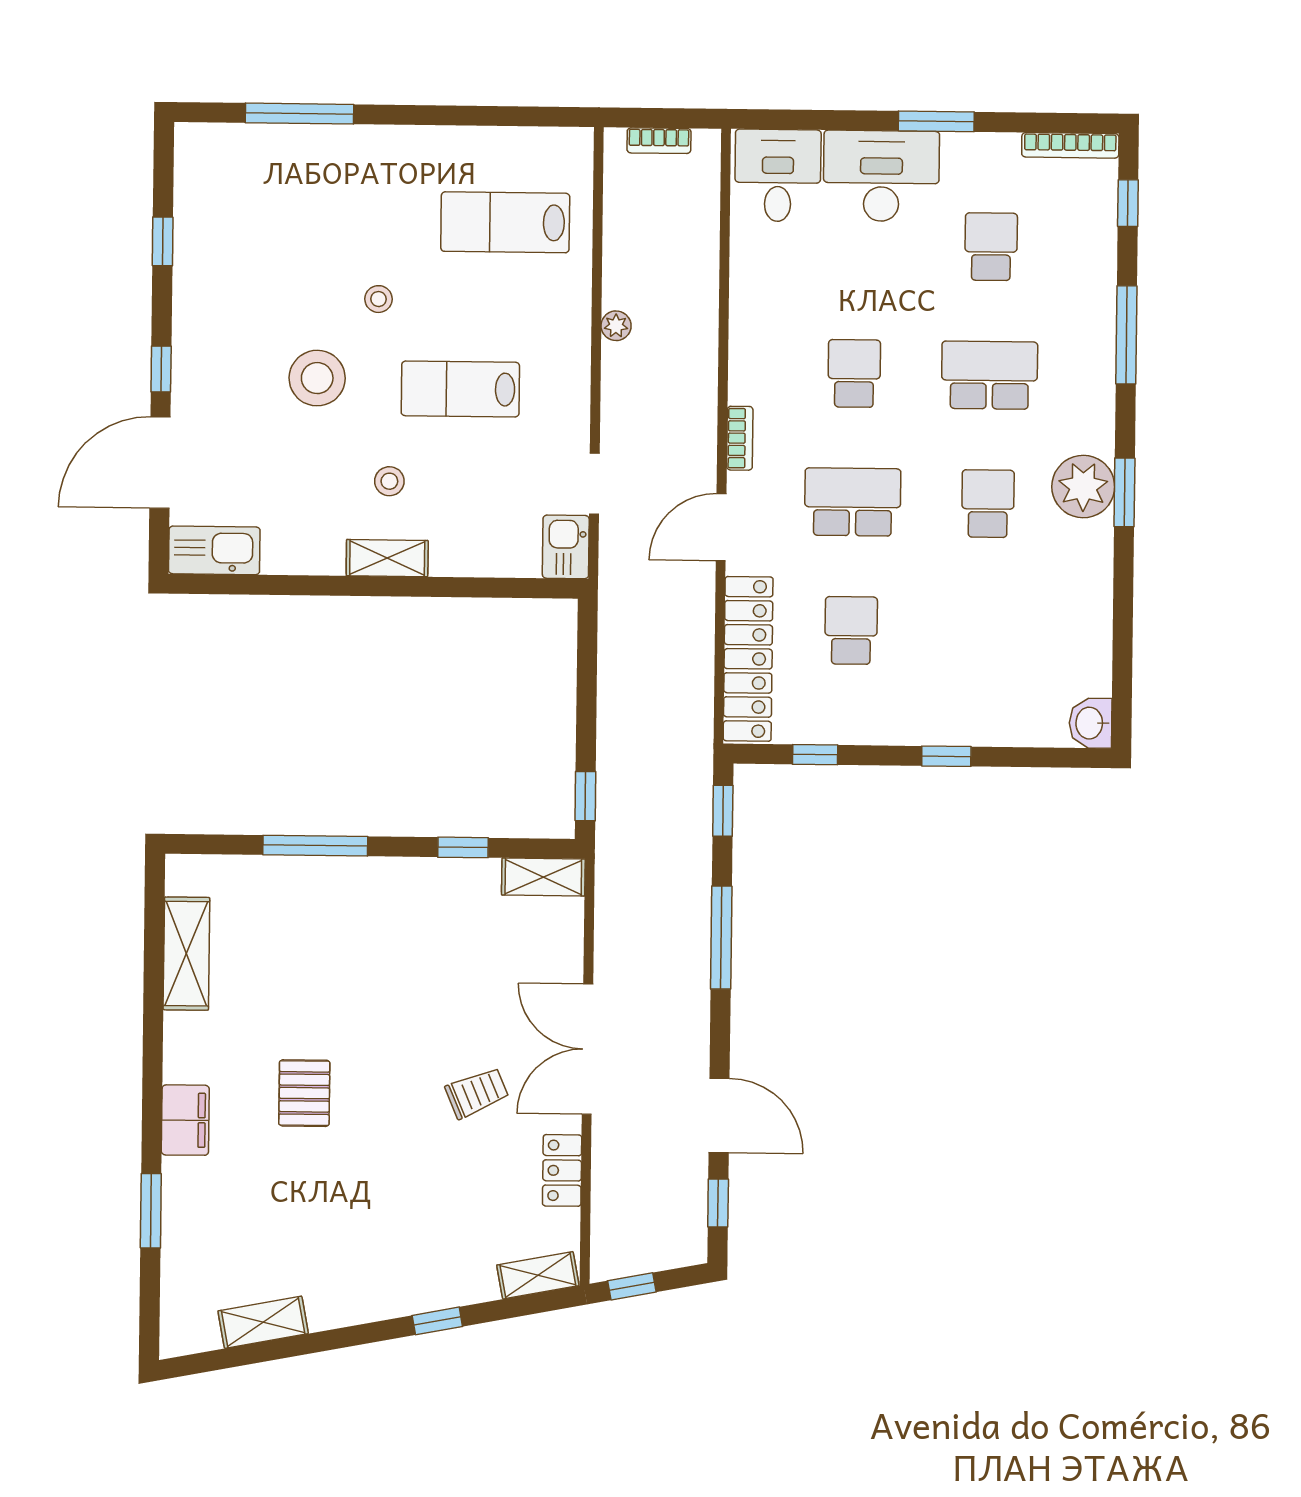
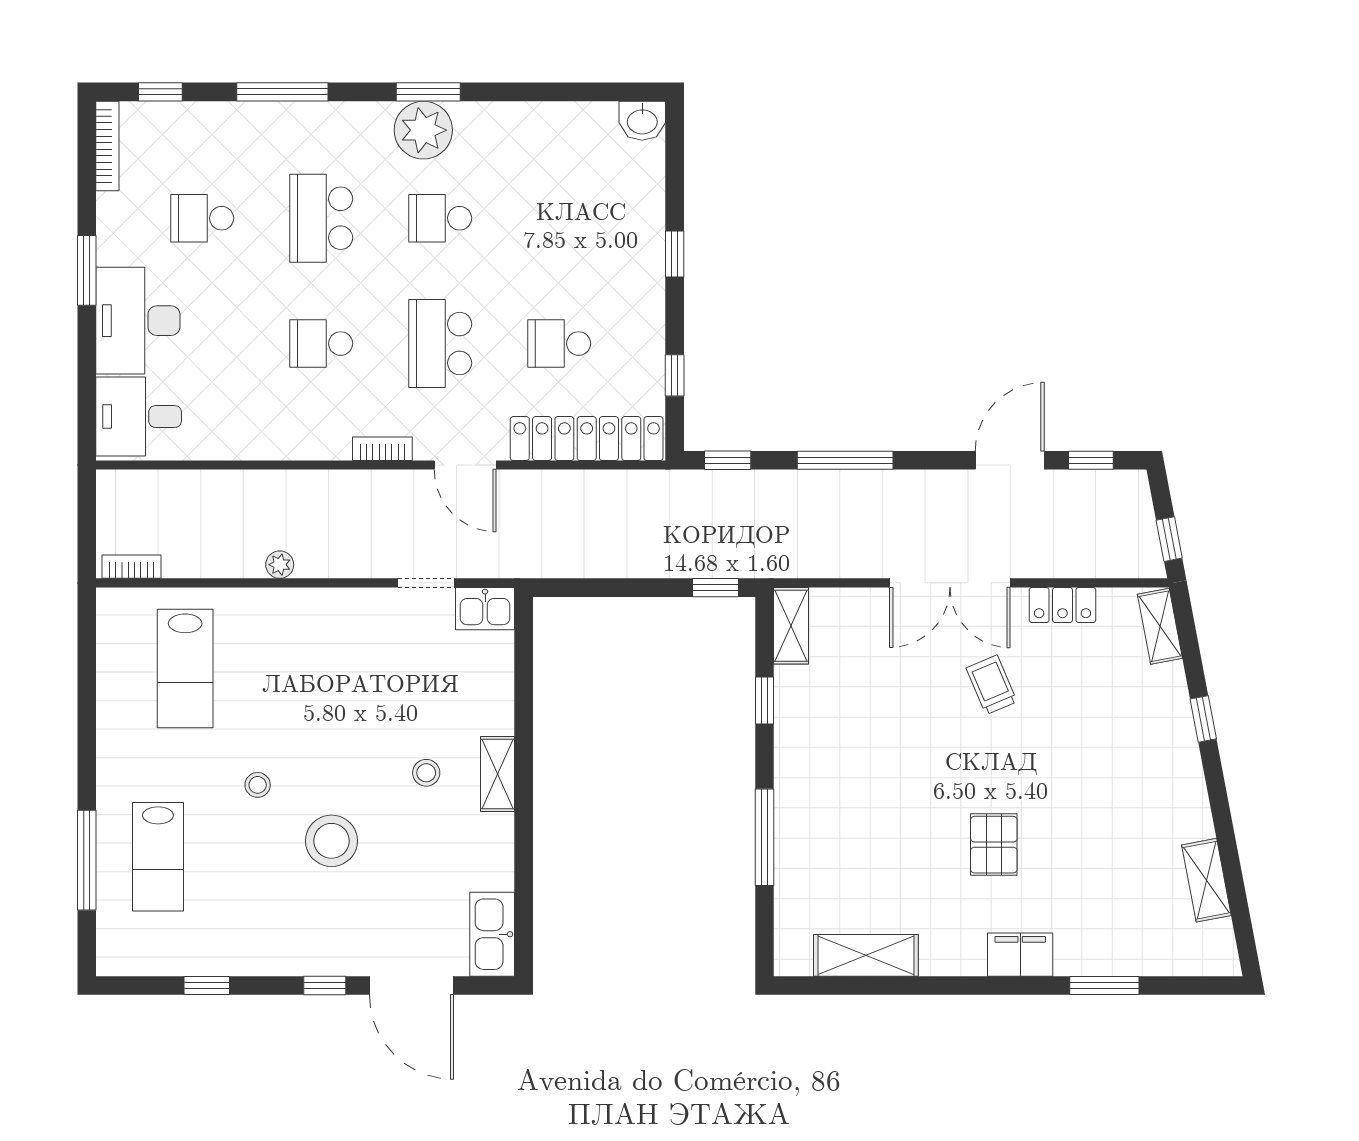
bookcase: (659, 141) -> (131, 567), moved, turned -90
lab bench: (460, 389) -> (158, 857), moved
pallet: (304, 1093) -> (994, 845), turned 90

